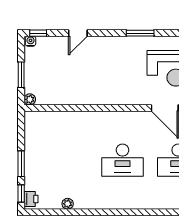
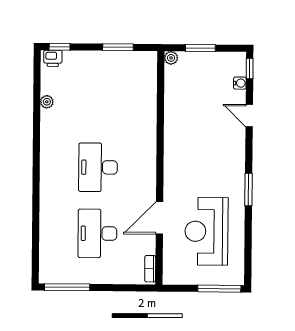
water cooler: (31, 41) -> (240, 83), moved
window: (21, 164) -> (118, 47), moved

